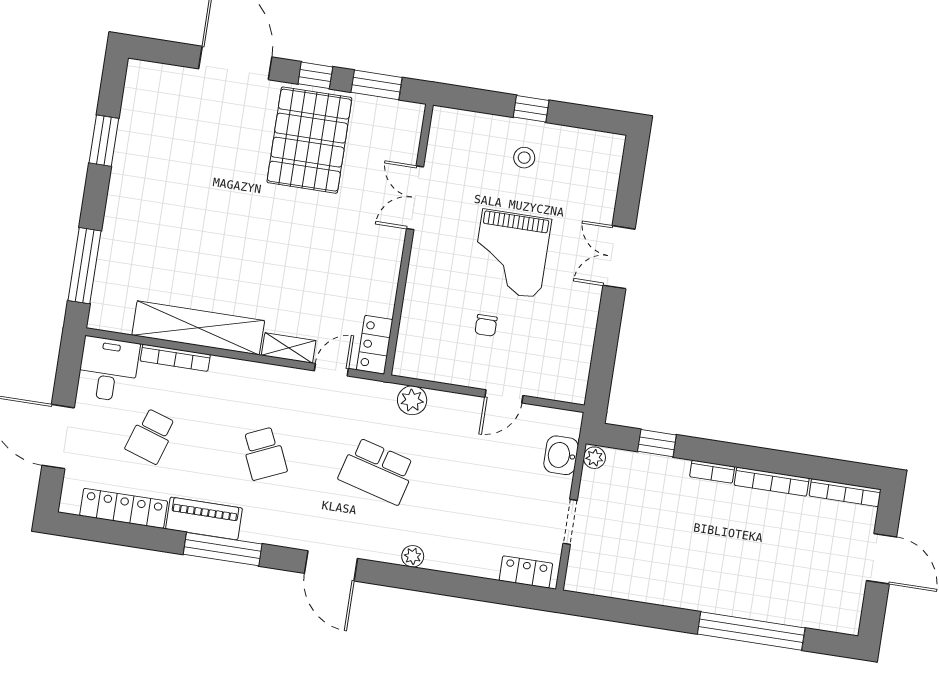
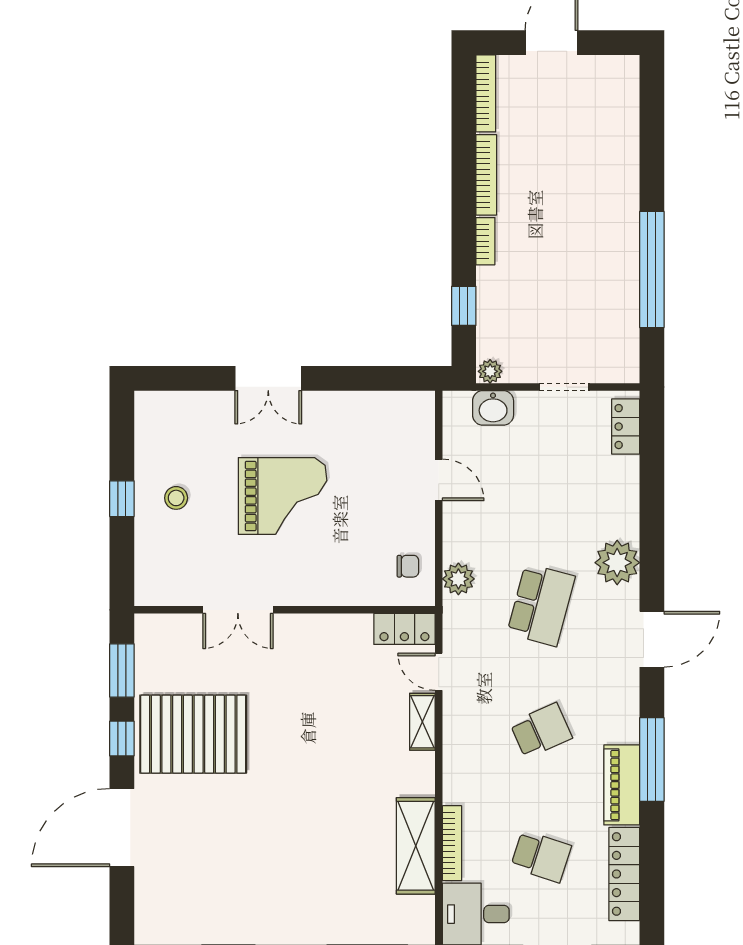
chair: (486, 325) -> (408, 566), moved
shelving: (198, 328) -> (416, 846), width x0.68
plant: (413, 556) -> (617, 563), width x1.88, depth x1.88
window: (751, 631) -> (652, 269), moved

